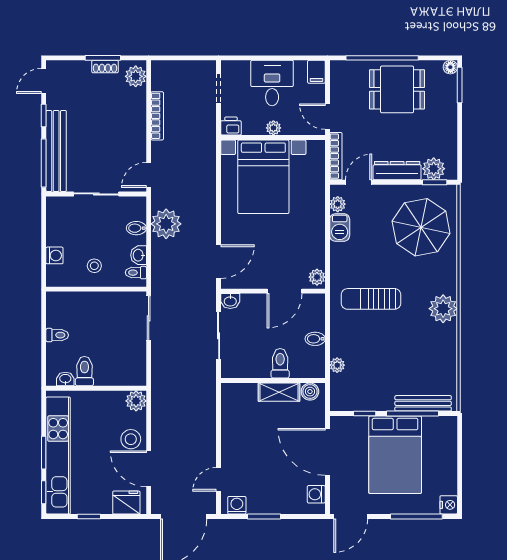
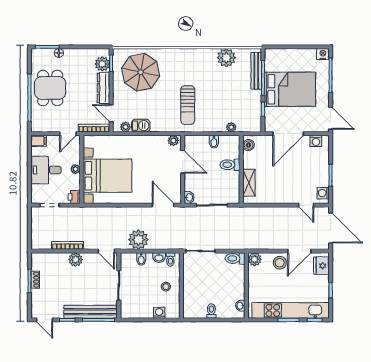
floor lamp: (450, 67) -> (59, 53), moved
plant: (136, 76) -> (76, 260), moved
plant: (443, 309) -> (226, 58), moved
toilet: (84, 371) -> (235, 258), moved
shelving: (279, 392) -> (249, 183), moved

